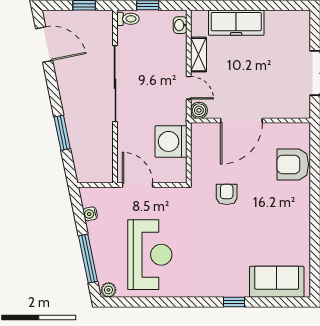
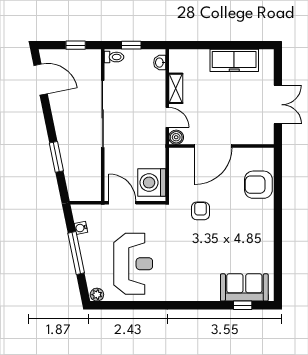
freezer: (236, 23) -> (234, 60), moved
washing machine: (171, 141) -> (152, 183), moved
window: (88, 259) -> (76, 253), moved
window: (234, 302) -> (243, 305), moved

